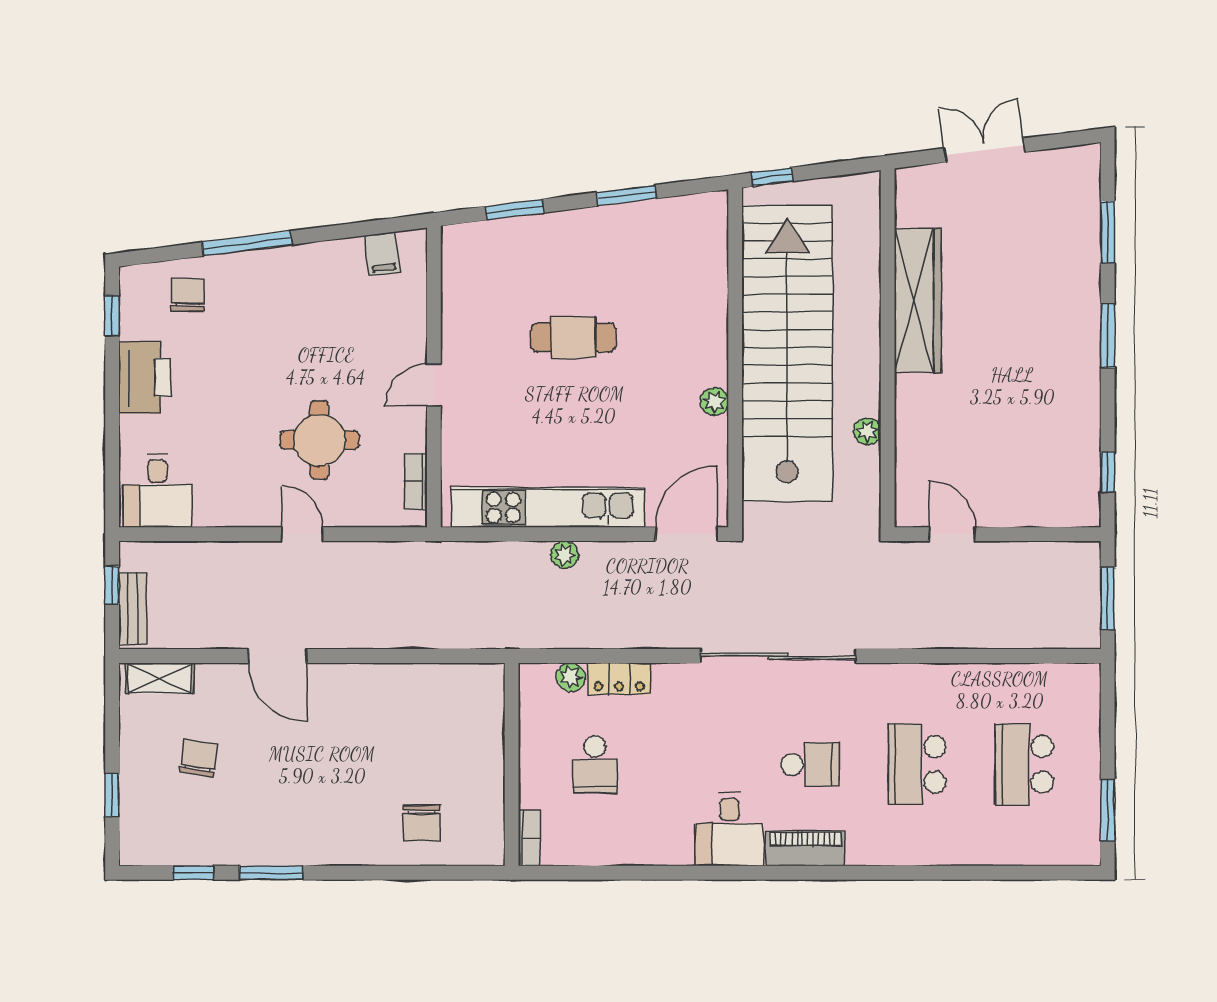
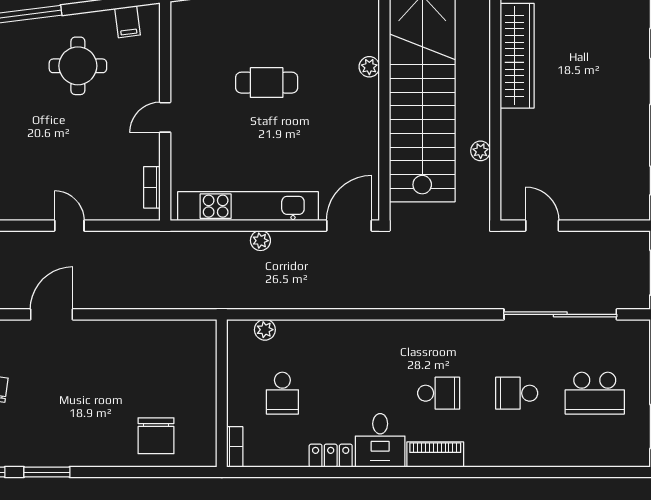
plant: (714, 402) -> (369, 67), moved
round table: (319, 440) -> (78, 66), moved
door: (278, 656) -> (52, 314), swing flipped
sliding door: (778, 656) -> (560, 314), moved
locker: (619, 679) -> (331, 456), moved, turned 180
school desk: (917, 764) -> (517, 393), width x0.54
school desk: (1024, 764) -> (595, 393), turned -90
chair: (421, 823) -> (156, 436), width x1.37, depth x1.37

